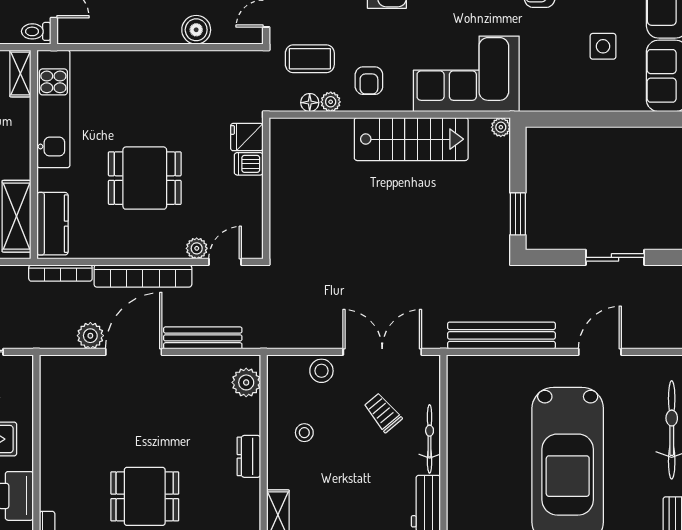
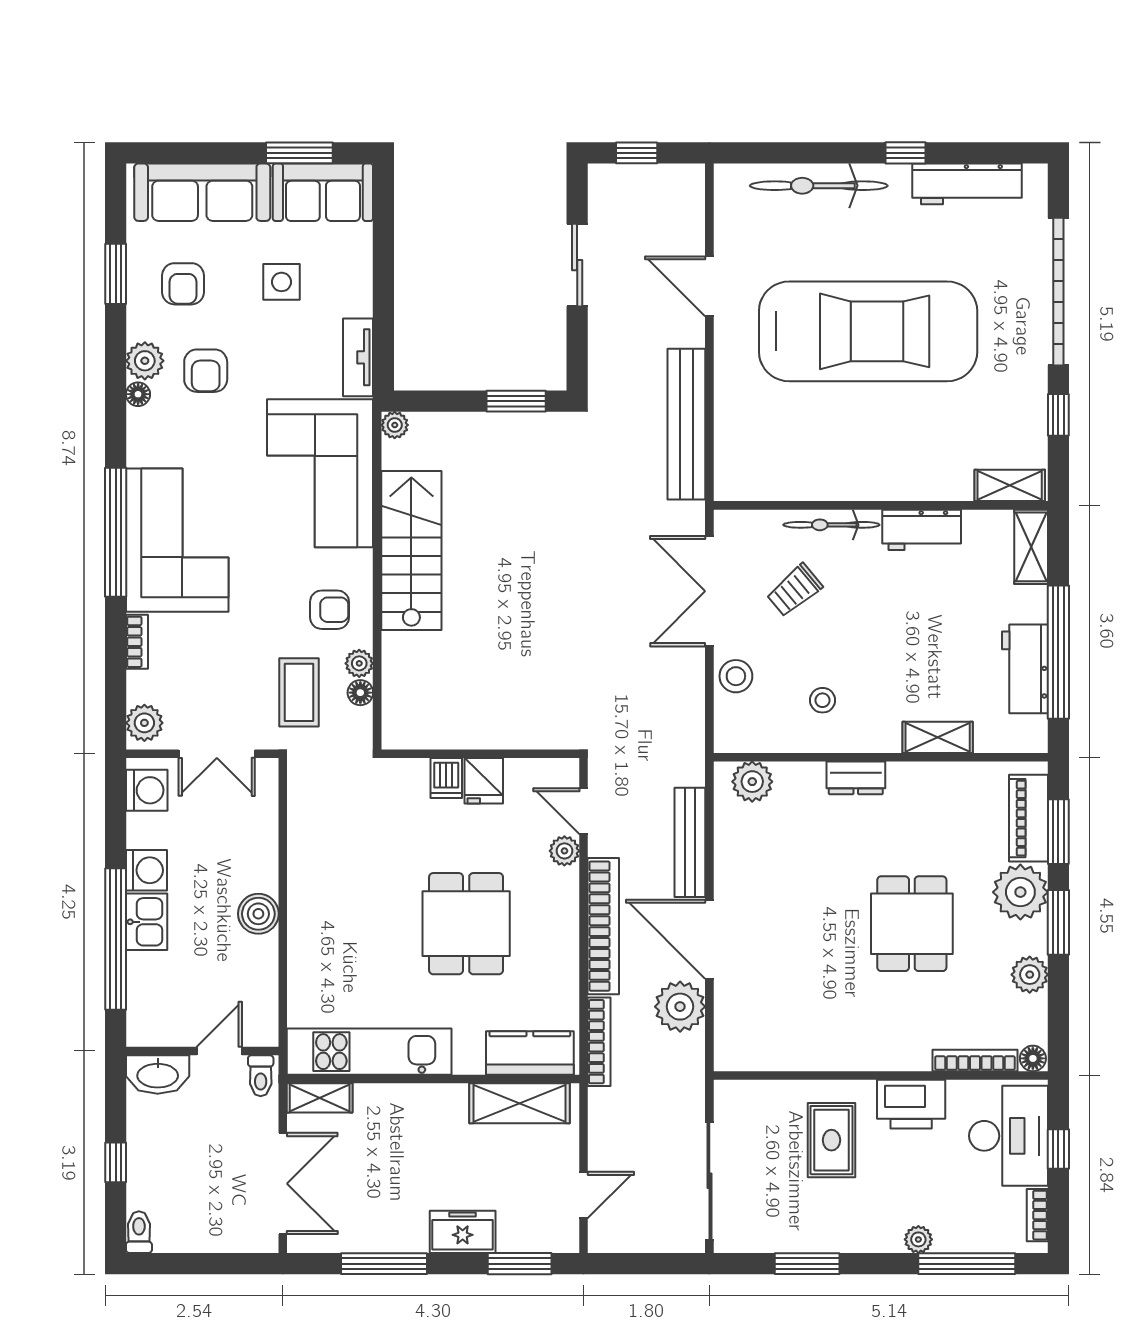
boiler: (196, 30) -> (258, 914), moved
tv unit: (549, 101) -> (358, 357), added
fridge: (247, 137) -> (484, 781), moved
plant: (90, 336) -> (680, 1007), width x1.36, depth x1.36

